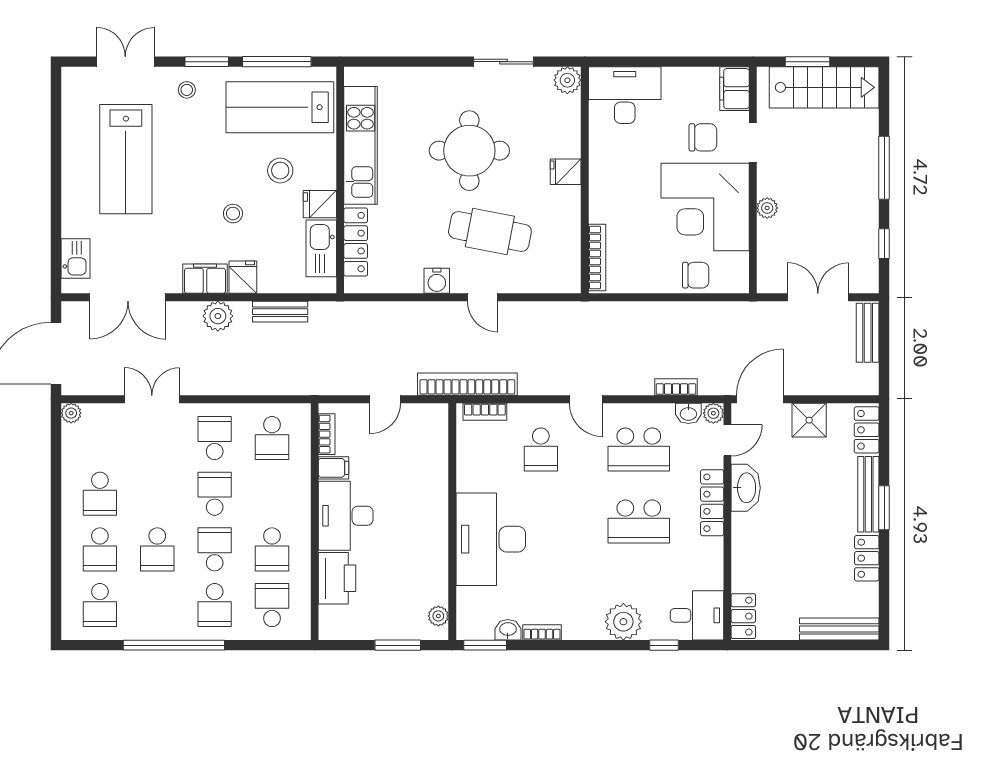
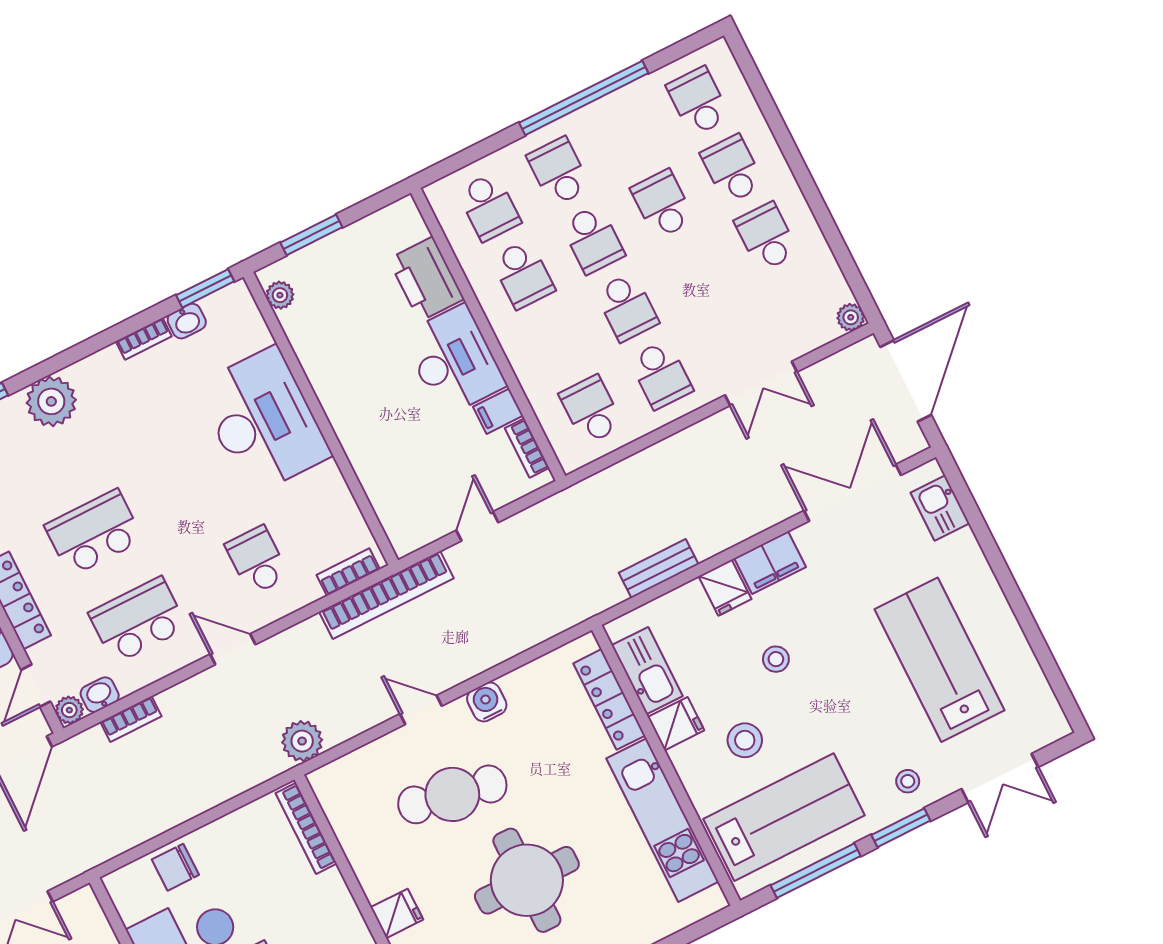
plant: (218, 316) -> (302, 741), moved
school desk: (272, 549) -> (523, 274), turned 180

